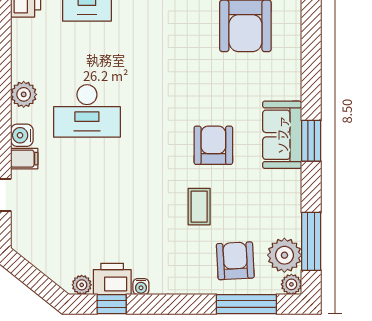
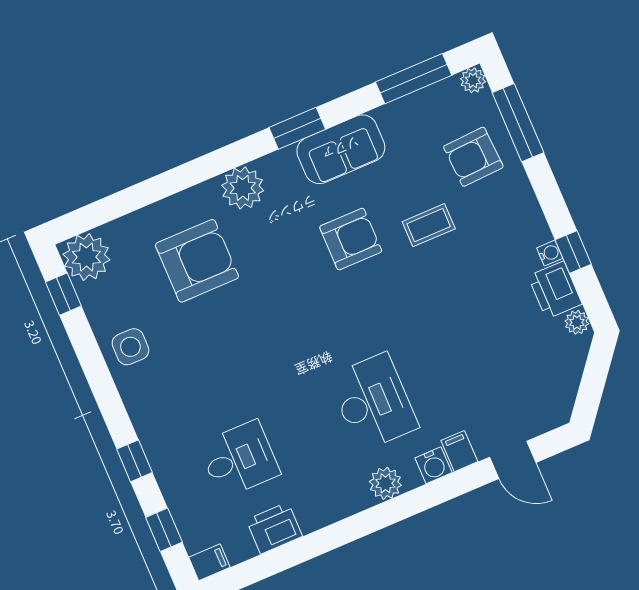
sofa: (282, 135) -> (341, 149), moved
armchair: (213, 145) -> (351, 239), turned 180
plant: (284, 255) -> (243, 188), moved
window: (112, 304) -> (573, 252), moved

